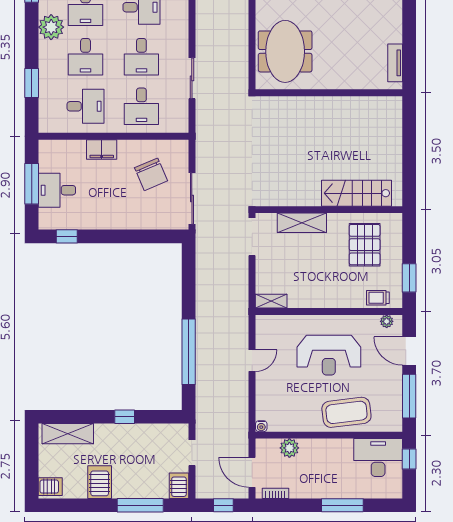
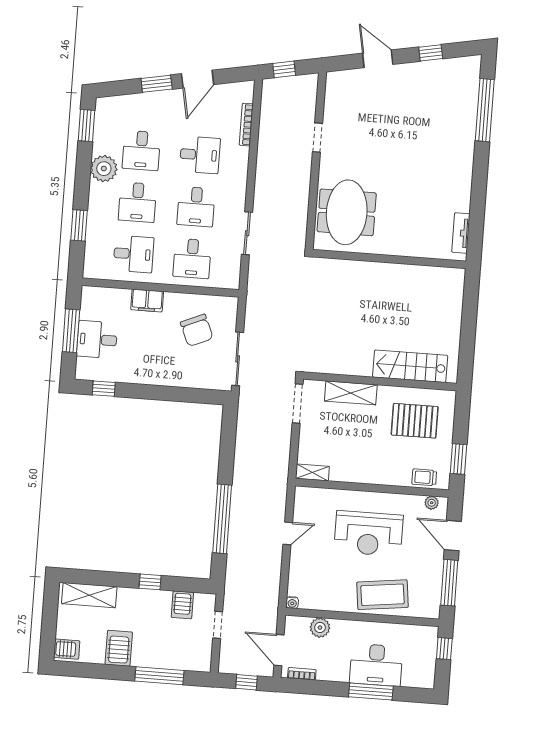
pallet: (365, 245) -> (415, 421), turned 90
desk: (378, 458) -> (376, 665), moved, turned 180
server rack: (179, 486) -> (182, 605), moved, turned 180

